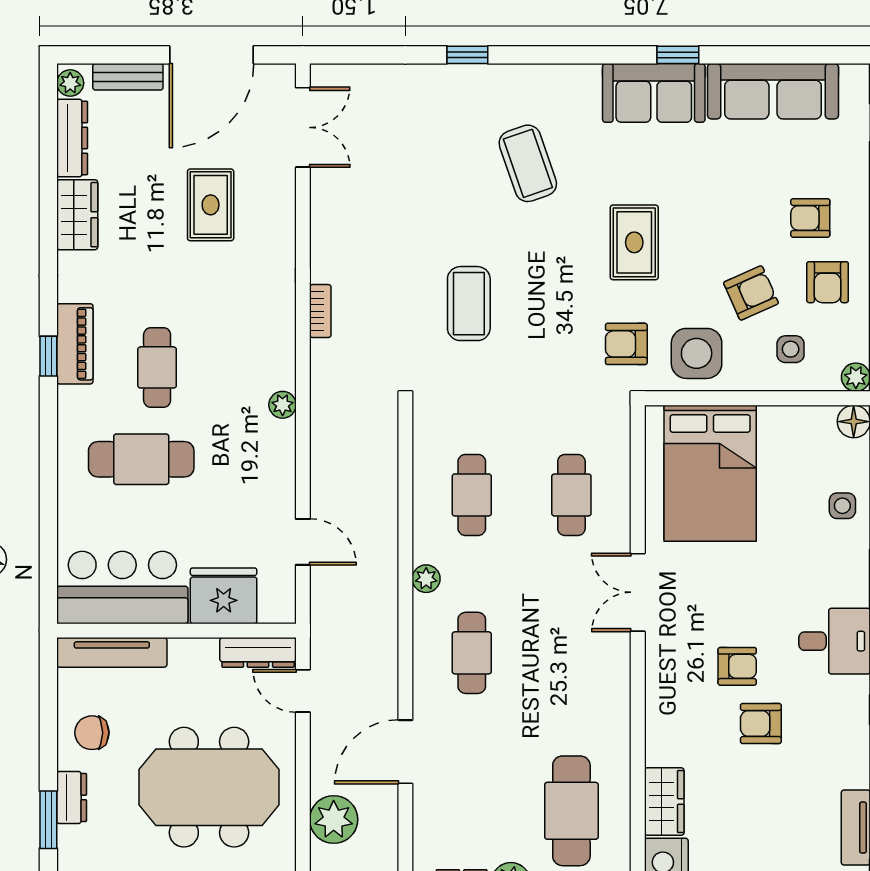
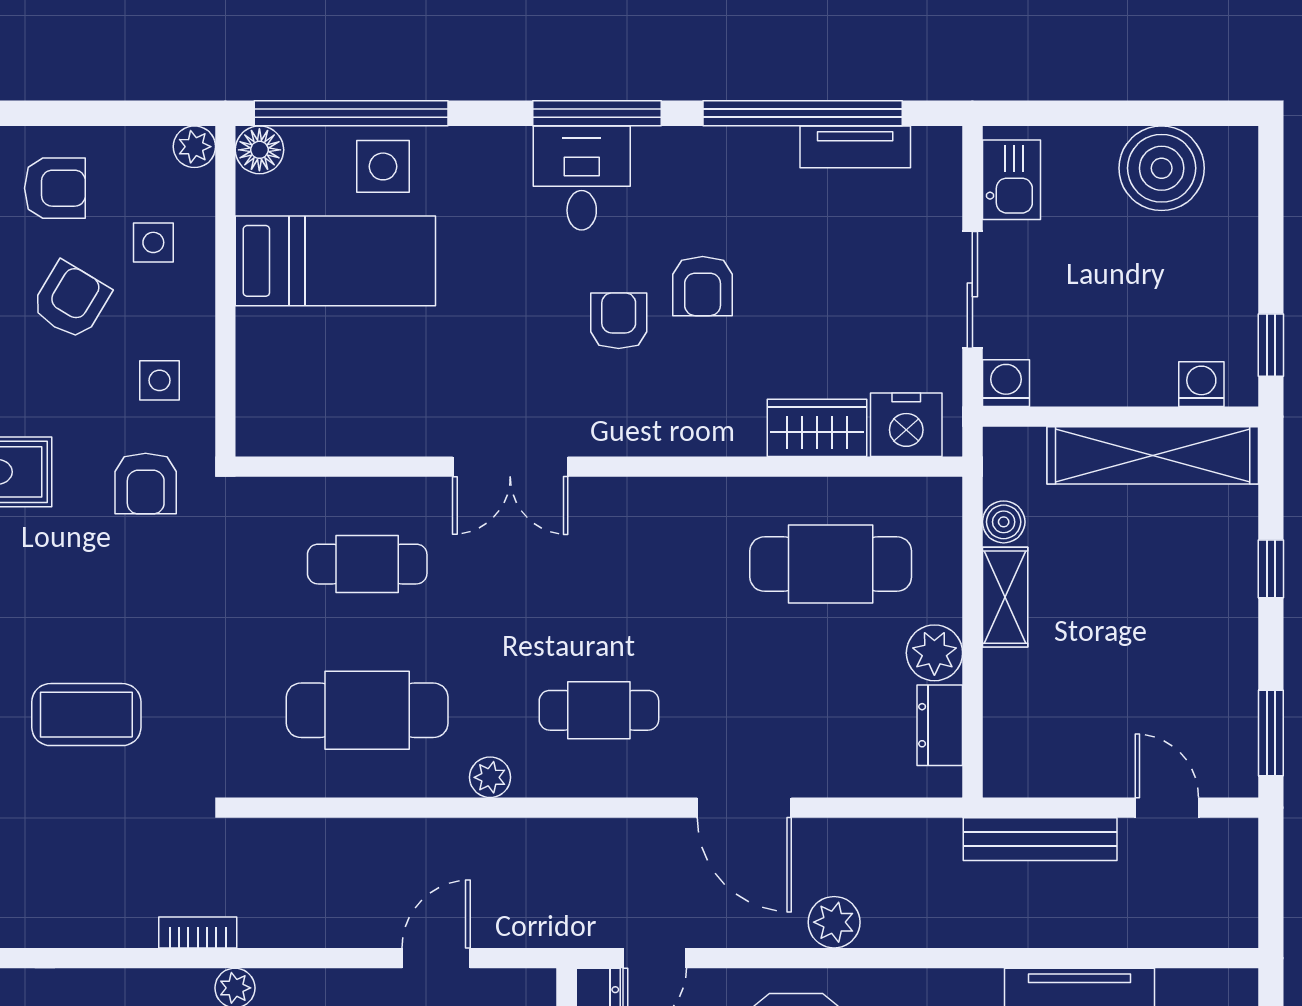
armchair: (751, 293) -> (71, 301), turned 55
bookcase: (320, 311) -> (198, 932), moved
side table: (697, 353) -> (159, 380), width x0.54, depth x0.54
bed: (710, 473) -> (335, 261), moved, width x0.67
cafe table: (472, 495) -> (367, 710), width x1.37, depth x1.35
side table: (842, 506) -> (383, 166), width x1.37, depth x1.37
plant: (334, 820) -> (834, 922), width x0.73, depth x0.73

